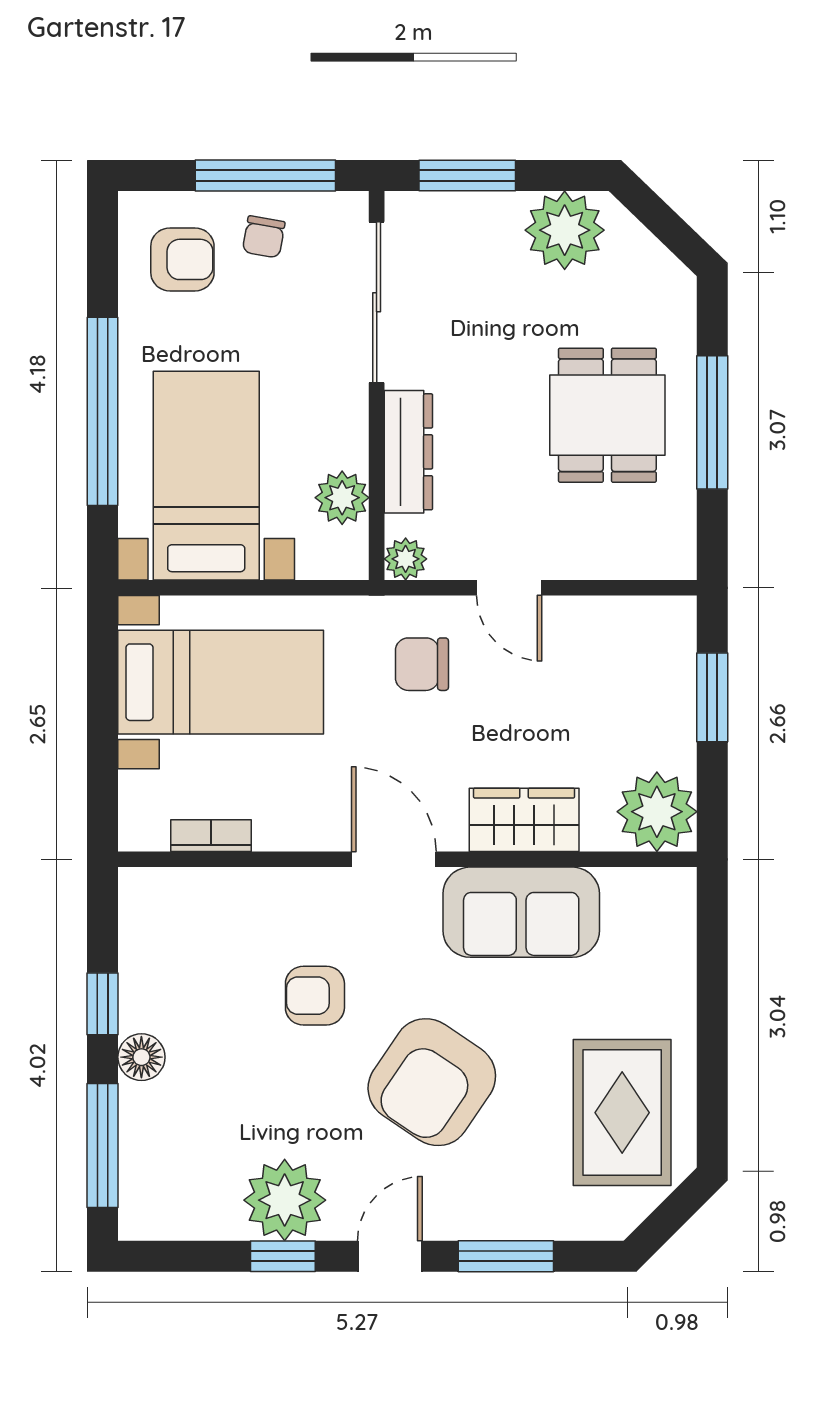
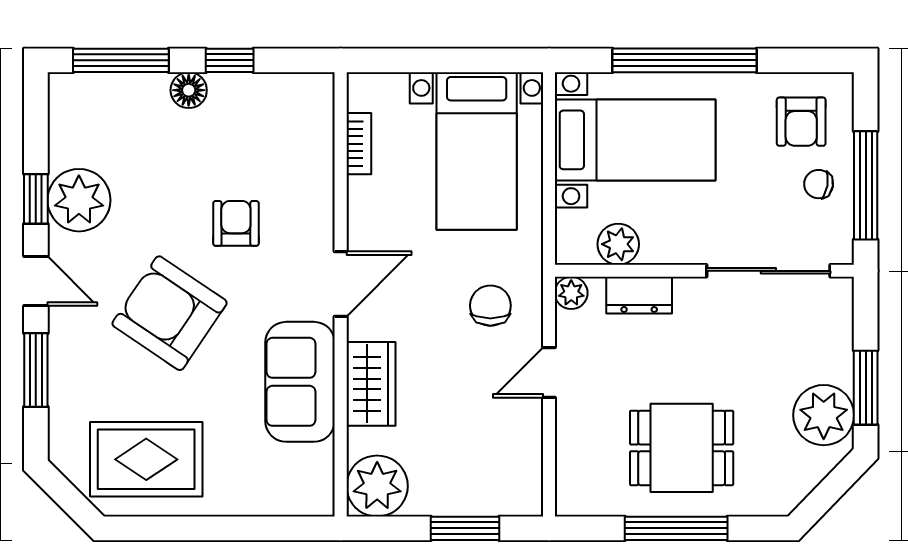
window: (467, 175) -> (866, 388), moved
dresser: (408, 452) -> (639, 295), width x0.70

